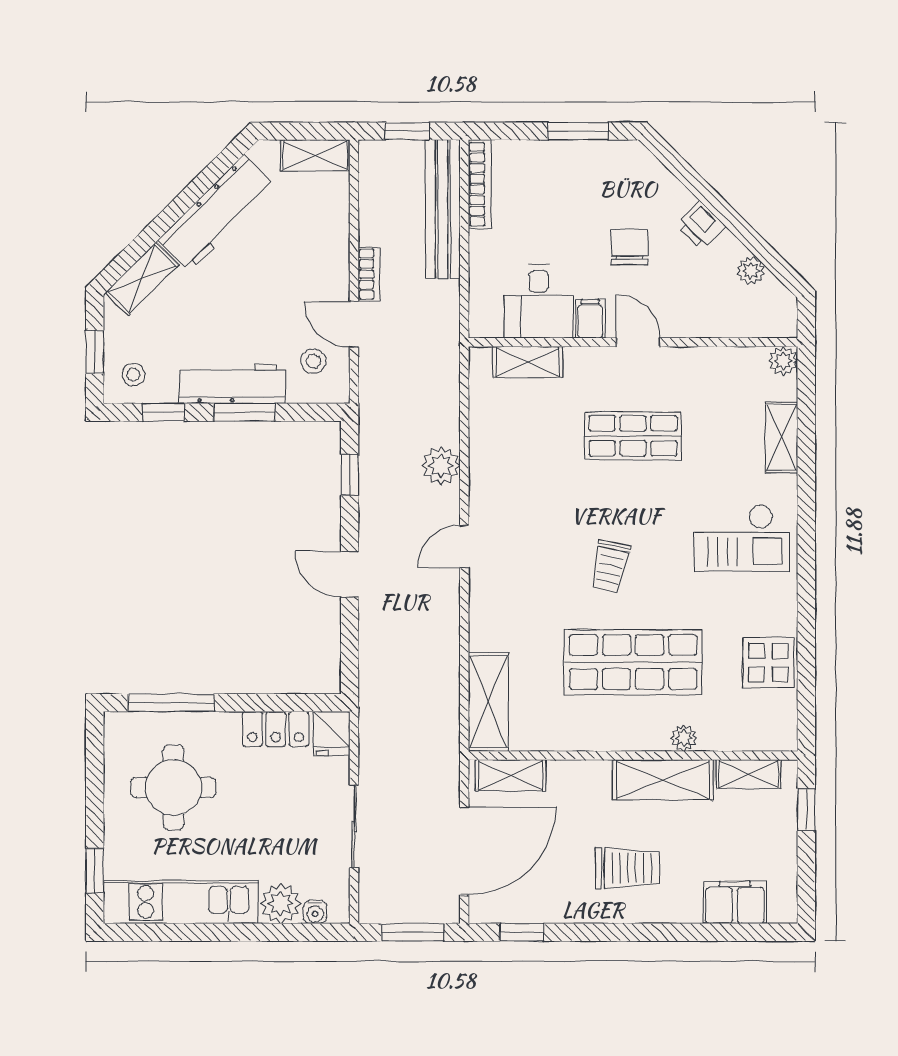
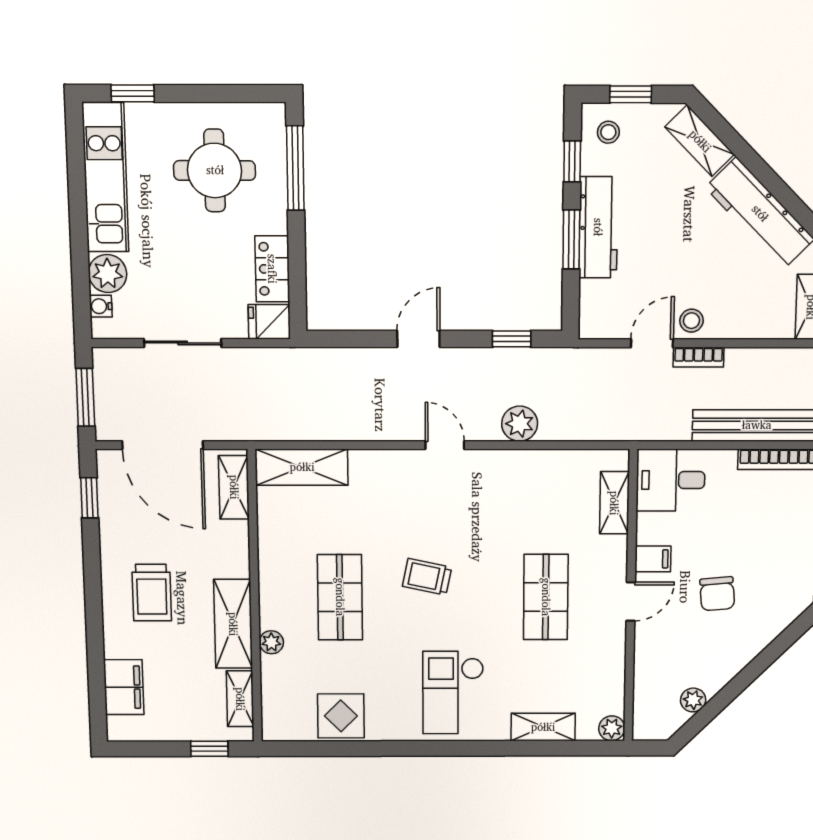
printer: (701, 226) -> (735, 657), removed
chair: (629, 247) -> (717, 594), turned 85
desk: (539, 301) -> (671, 480), moved
stool: (313, 361) -> (691, 321), moved
shop shelf: (633, 662) -> (340, 597), width x0.70, depth x0.74

